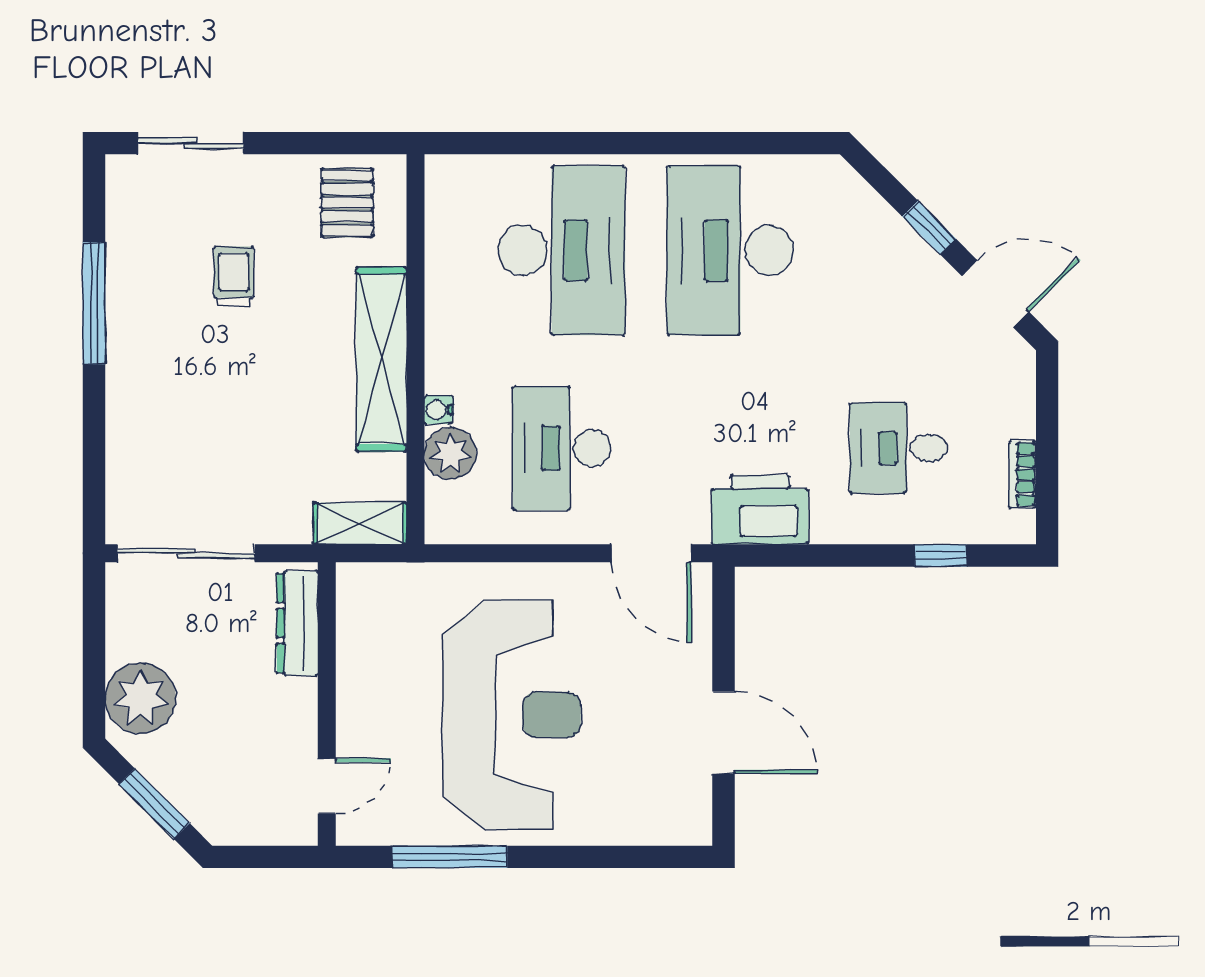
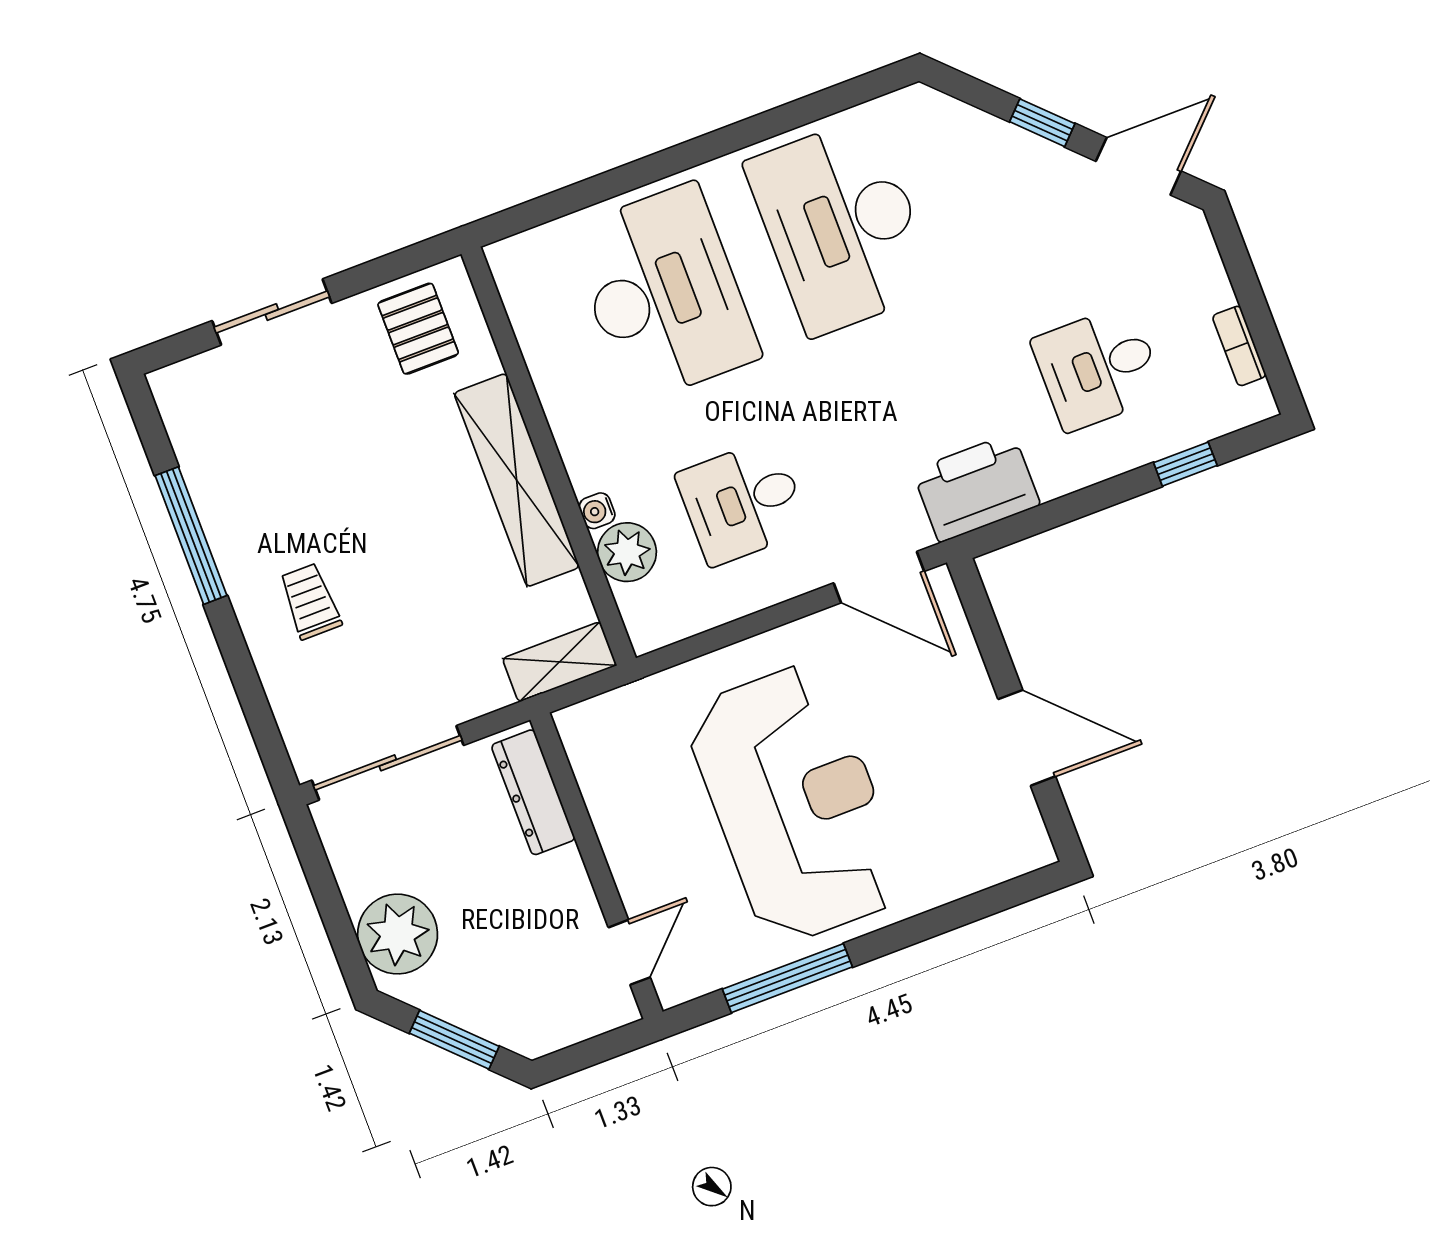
sliding door: (191, 143) -> (272, 312), moved
trolley: (234, 276) -> (310, 601), moved
desk: (562, 448) -> (742, 502), width x0.73

